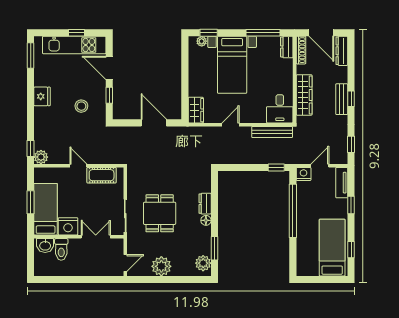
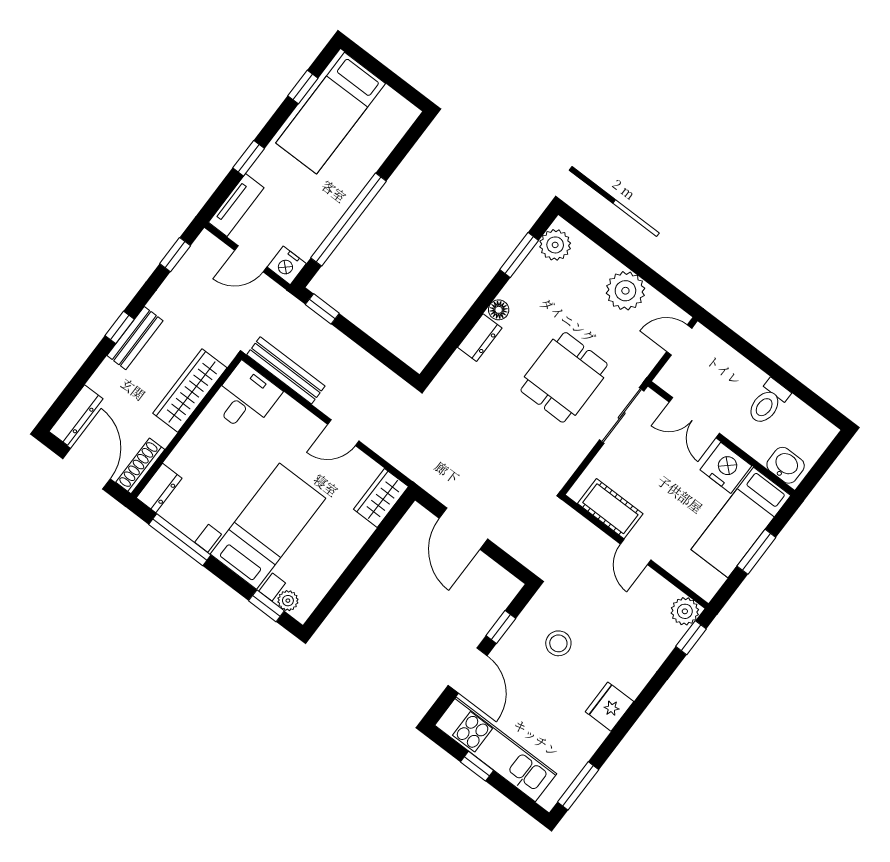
toilet: (61, 249) -> (768, 402), moved, turned 180

